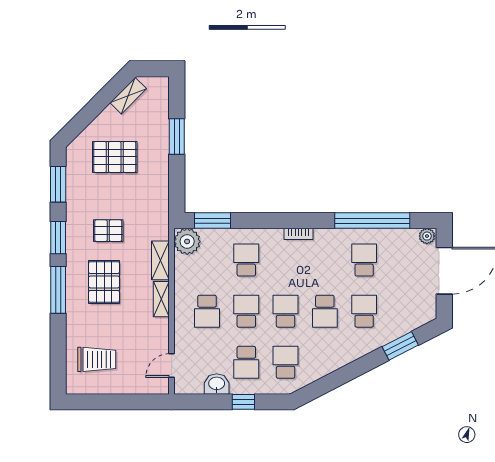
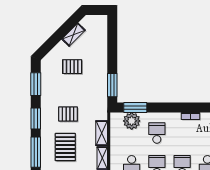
shelving: (128, 96) -> (73, 35), moved
window: (177, 136) -> (112, 85), moved
pallet: (115, 157) -> (72, 67), width x0.67, depth x0.71
plant: (187, 241) -> (132, 121), moved

